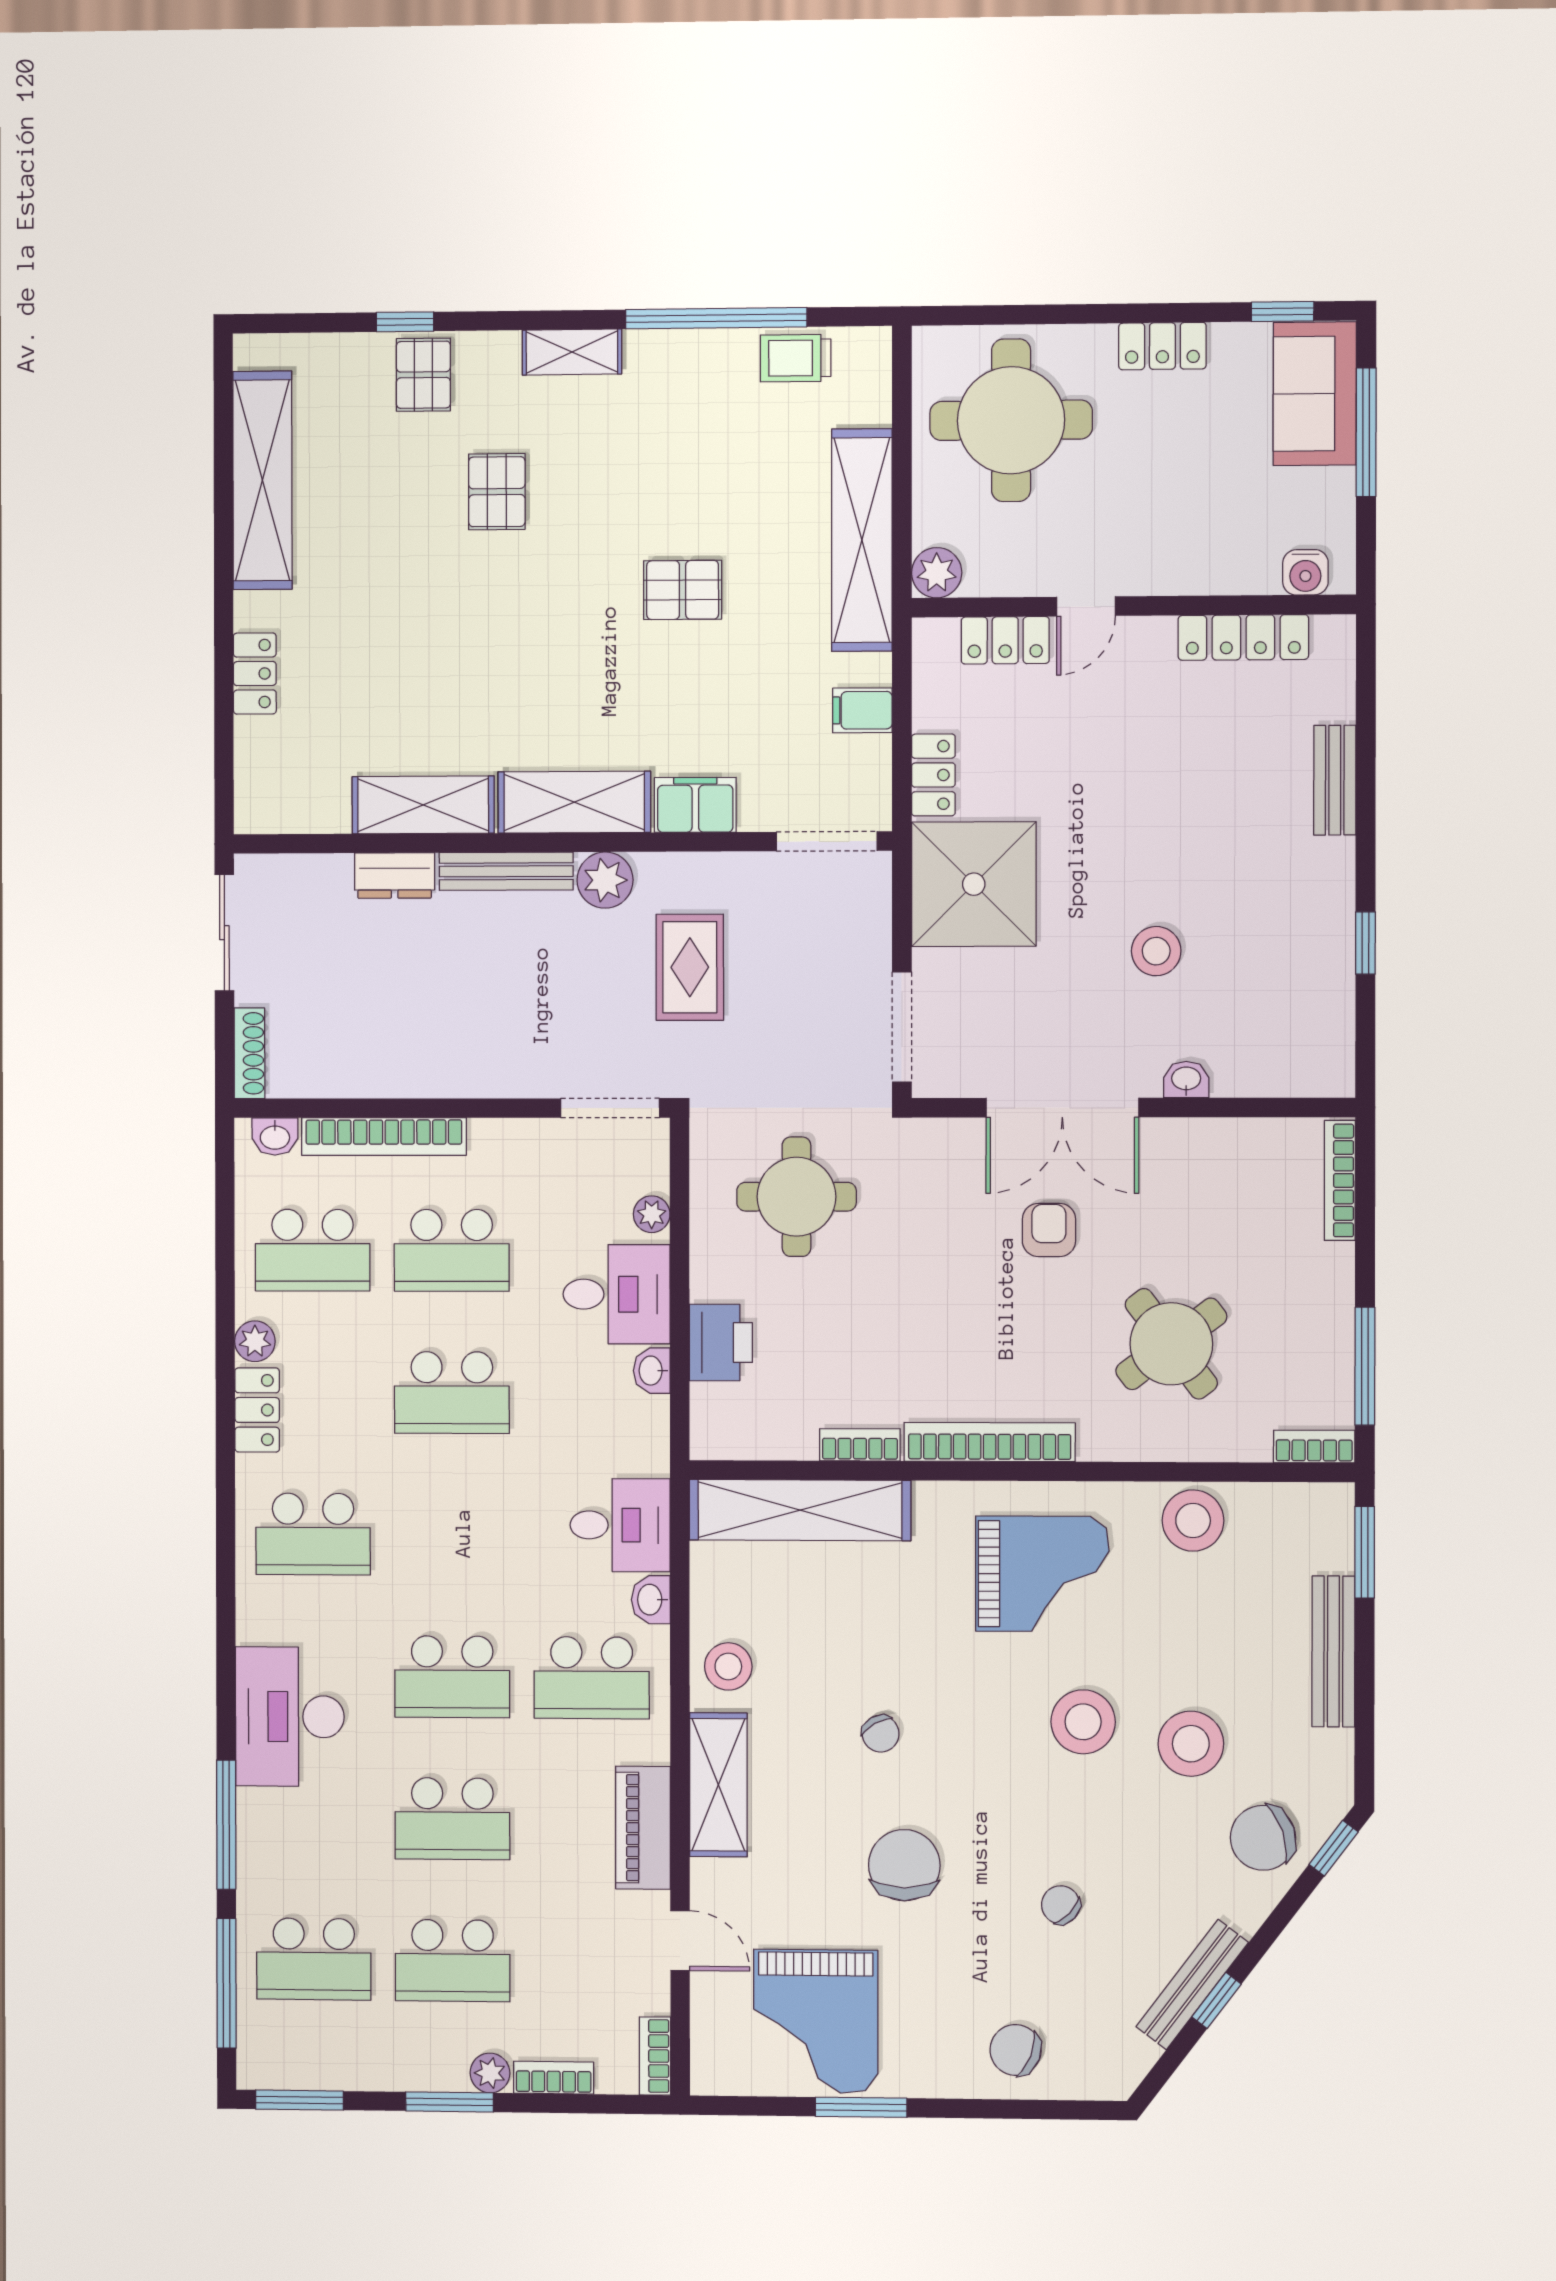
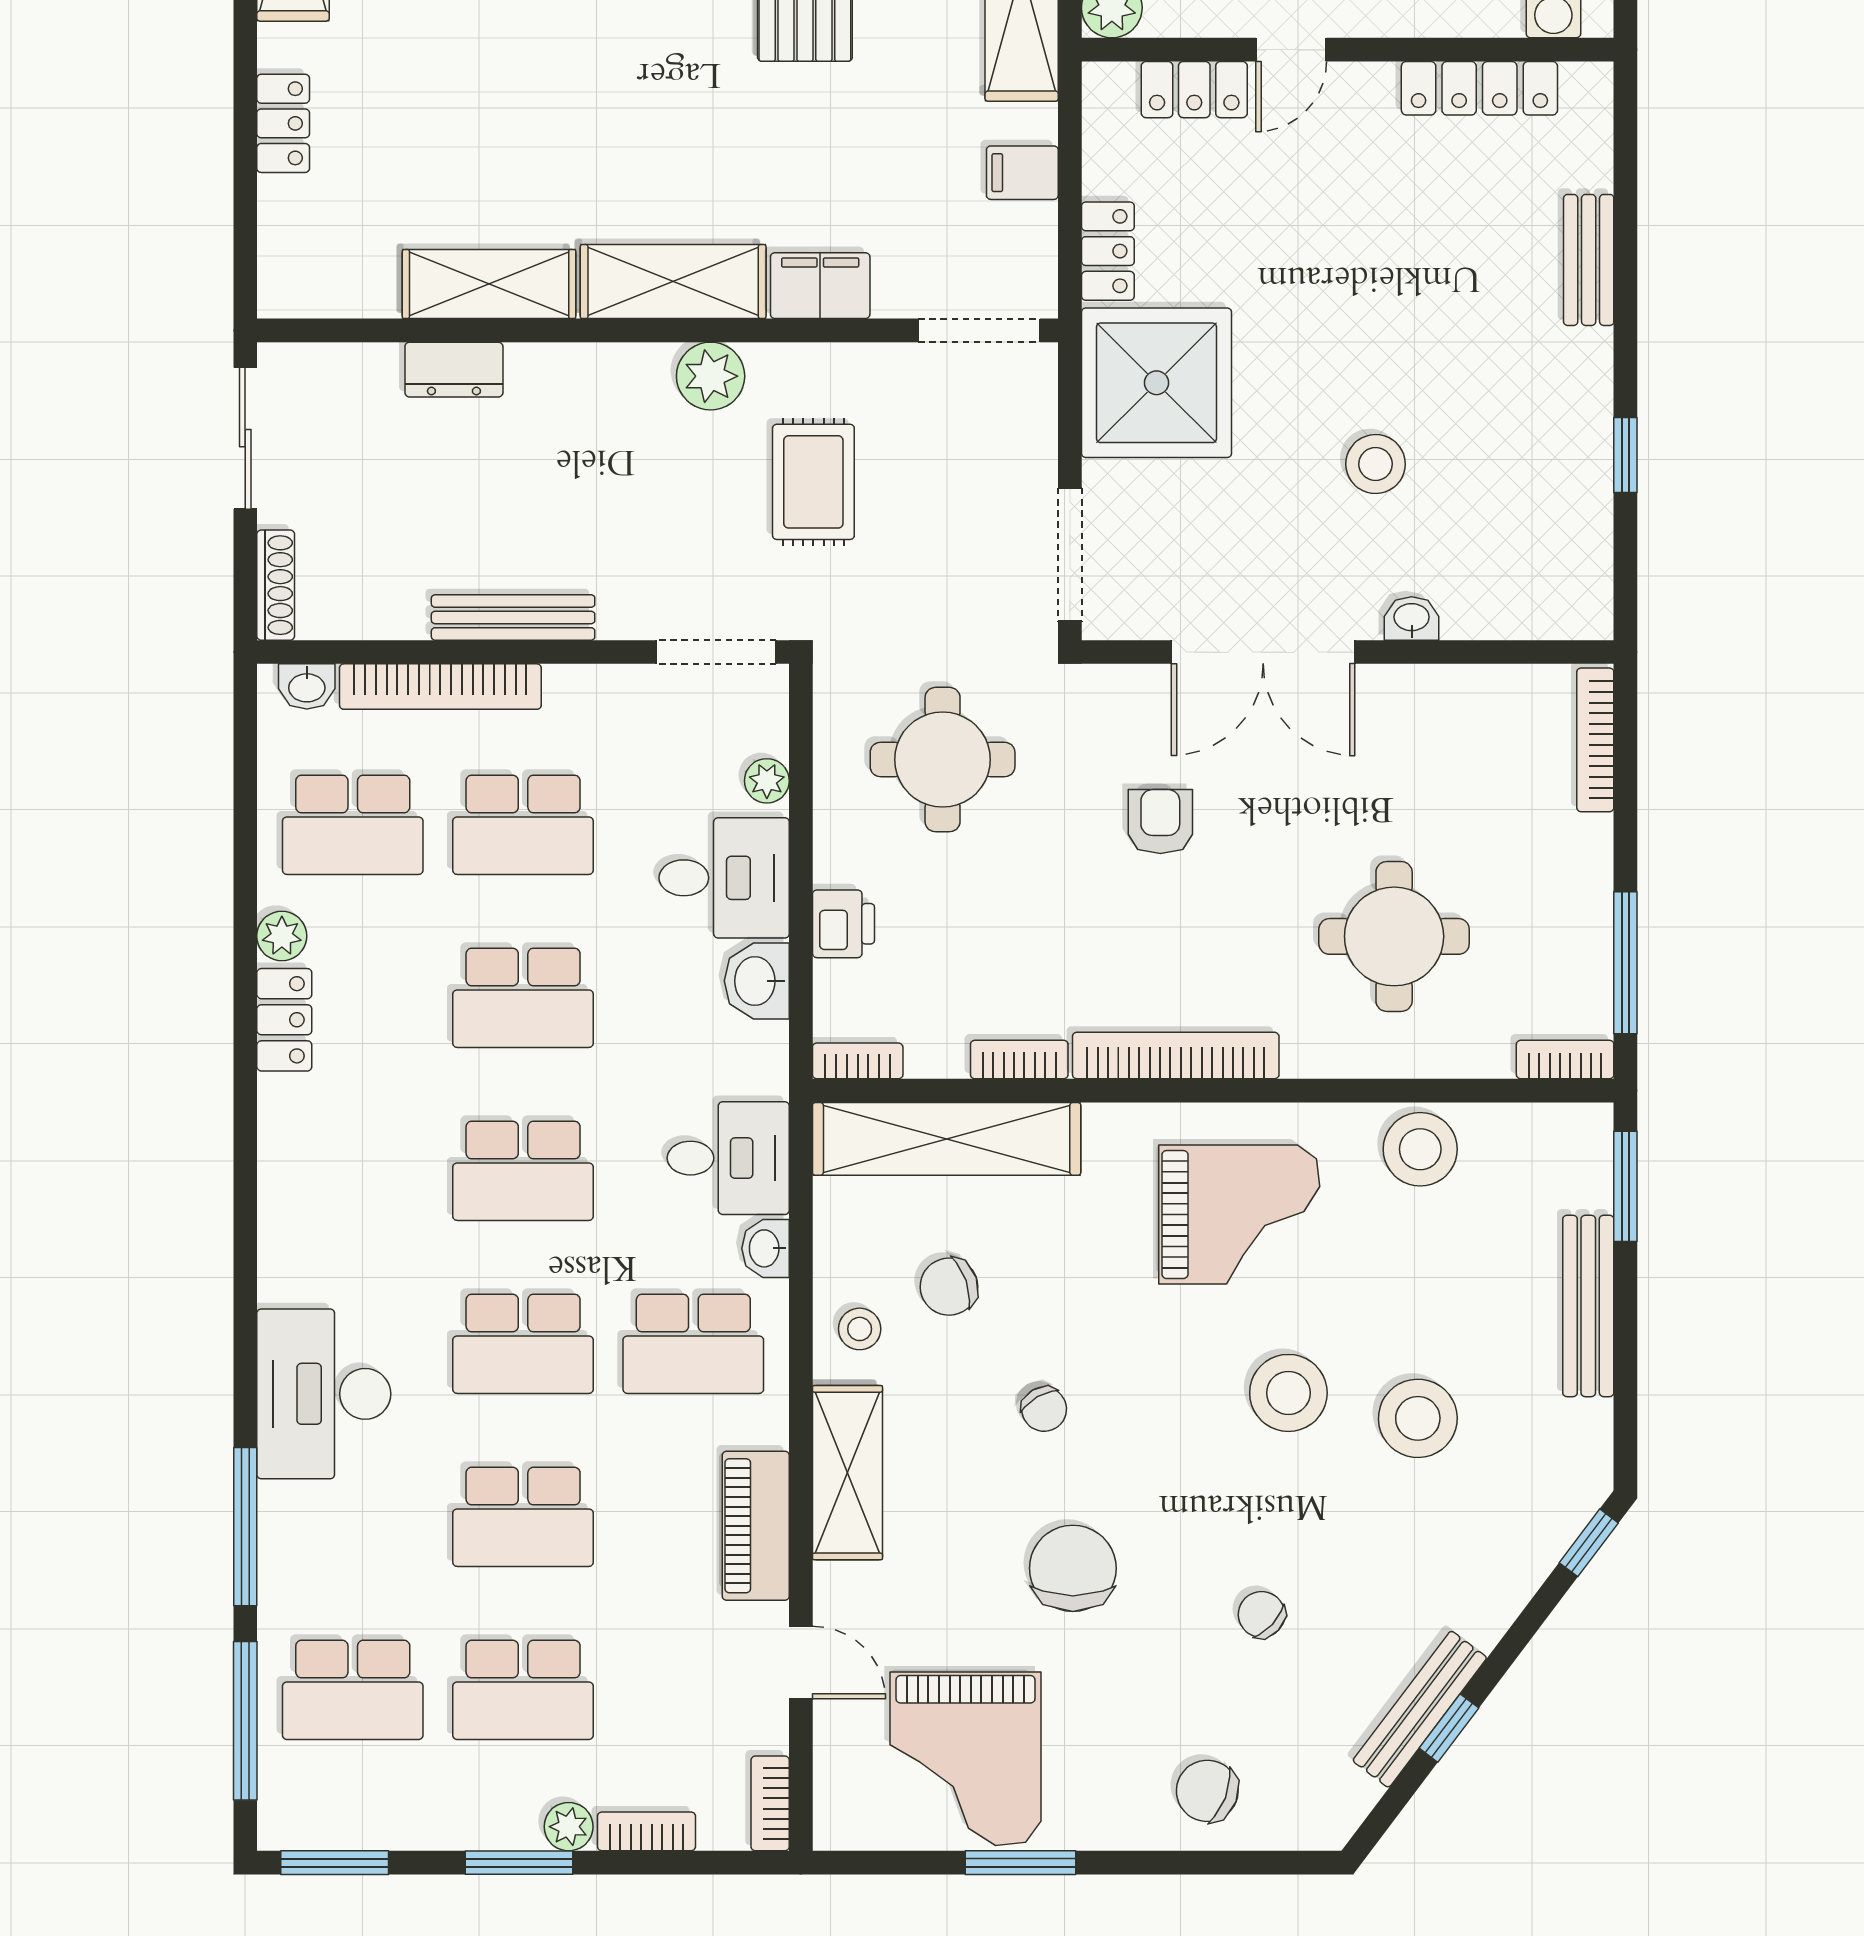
bench: (506, 871) -> (513, 617), moved
armchair: (1049, 1230) -> (1160, 821), moved
printer: (721, 1342) -> (843, 924), width x0.73, depth x0.81
round table: (1171, 1344) -> (1394, 936), turned 37
washbasin: (652, 1371) -> (757, 981), width x1.38, depth x1.45
bookcase: (727, 1445) -> (858, 1061), added
school desk: (313, 1534) -> (523, 1171), moved
stool: (728, 1666) -> (860, 1329), width x0.73, depth x0.73
chair: (1263, 1838) -> (949, 1287), moved, width x0.73, depth x0.73

